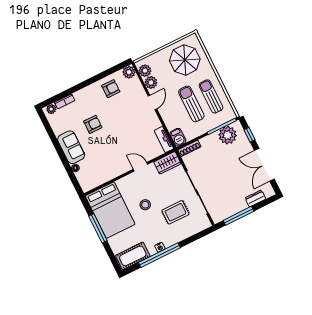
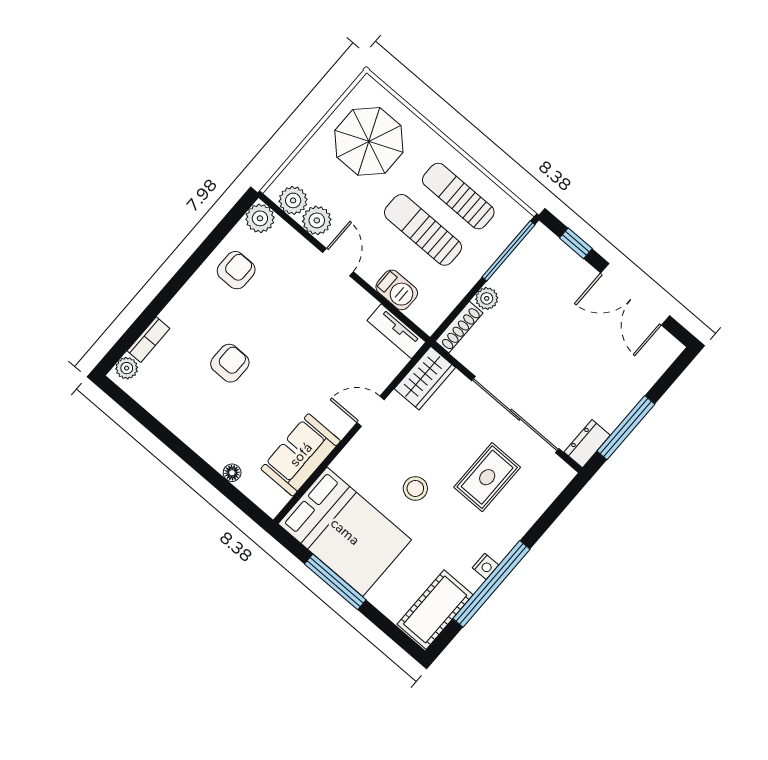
plant: (228, 135) -> (487, 298), moved, width x0.53, depth x0.53
barbecue: (178, 137) -> (397, 290), moved
sofa: (71, 147) -> (301, 455), moved, turned -90
dresser: (255, 198) -> (587, 444), moved

